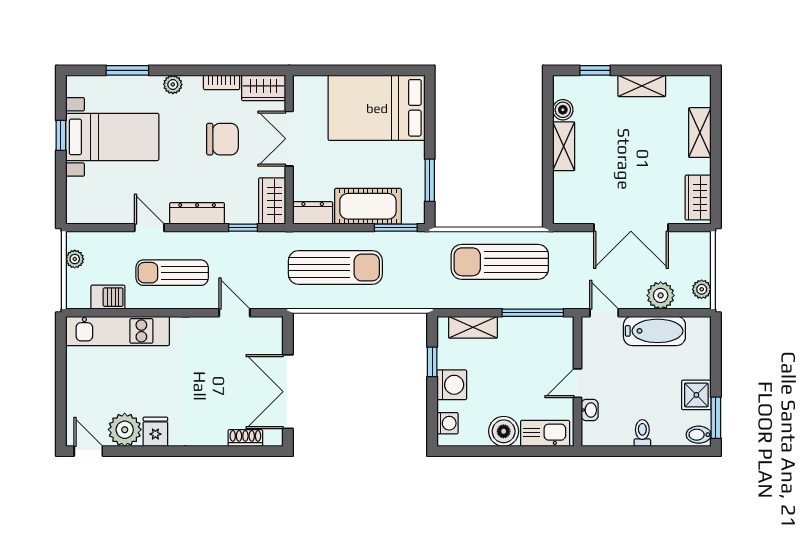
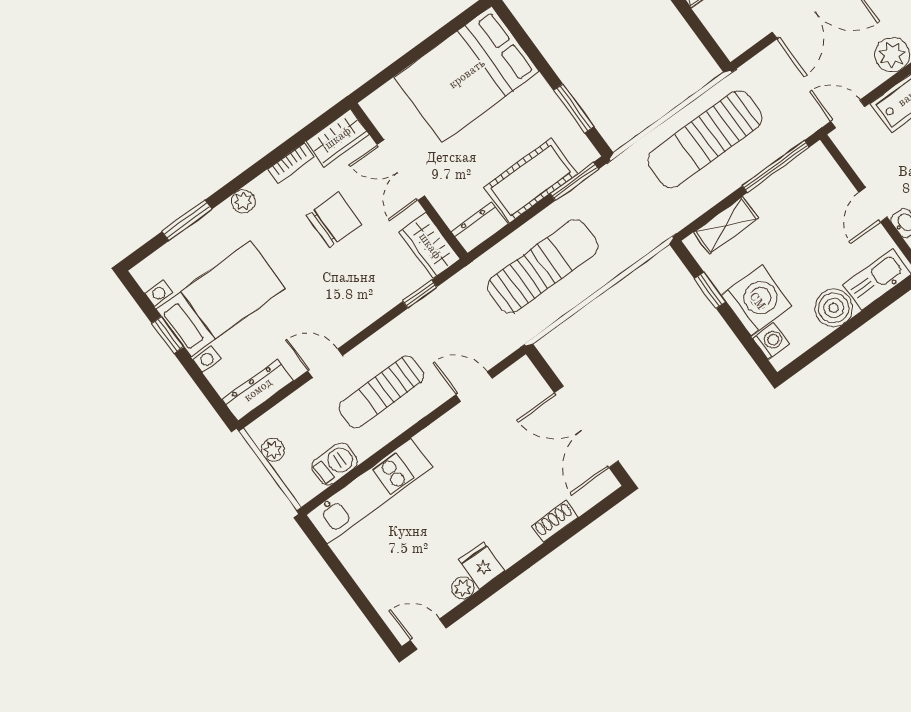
dresser: (197, 213) -> (258, 390), moved
washing machine: (452, 385) -> (757, 301), width x1.37, depth x1.37
plant: (125, 430) -> (463, 588), width x0.53, depth x0.53
shoe rack: (245, 438) -> (555, 522), moved

